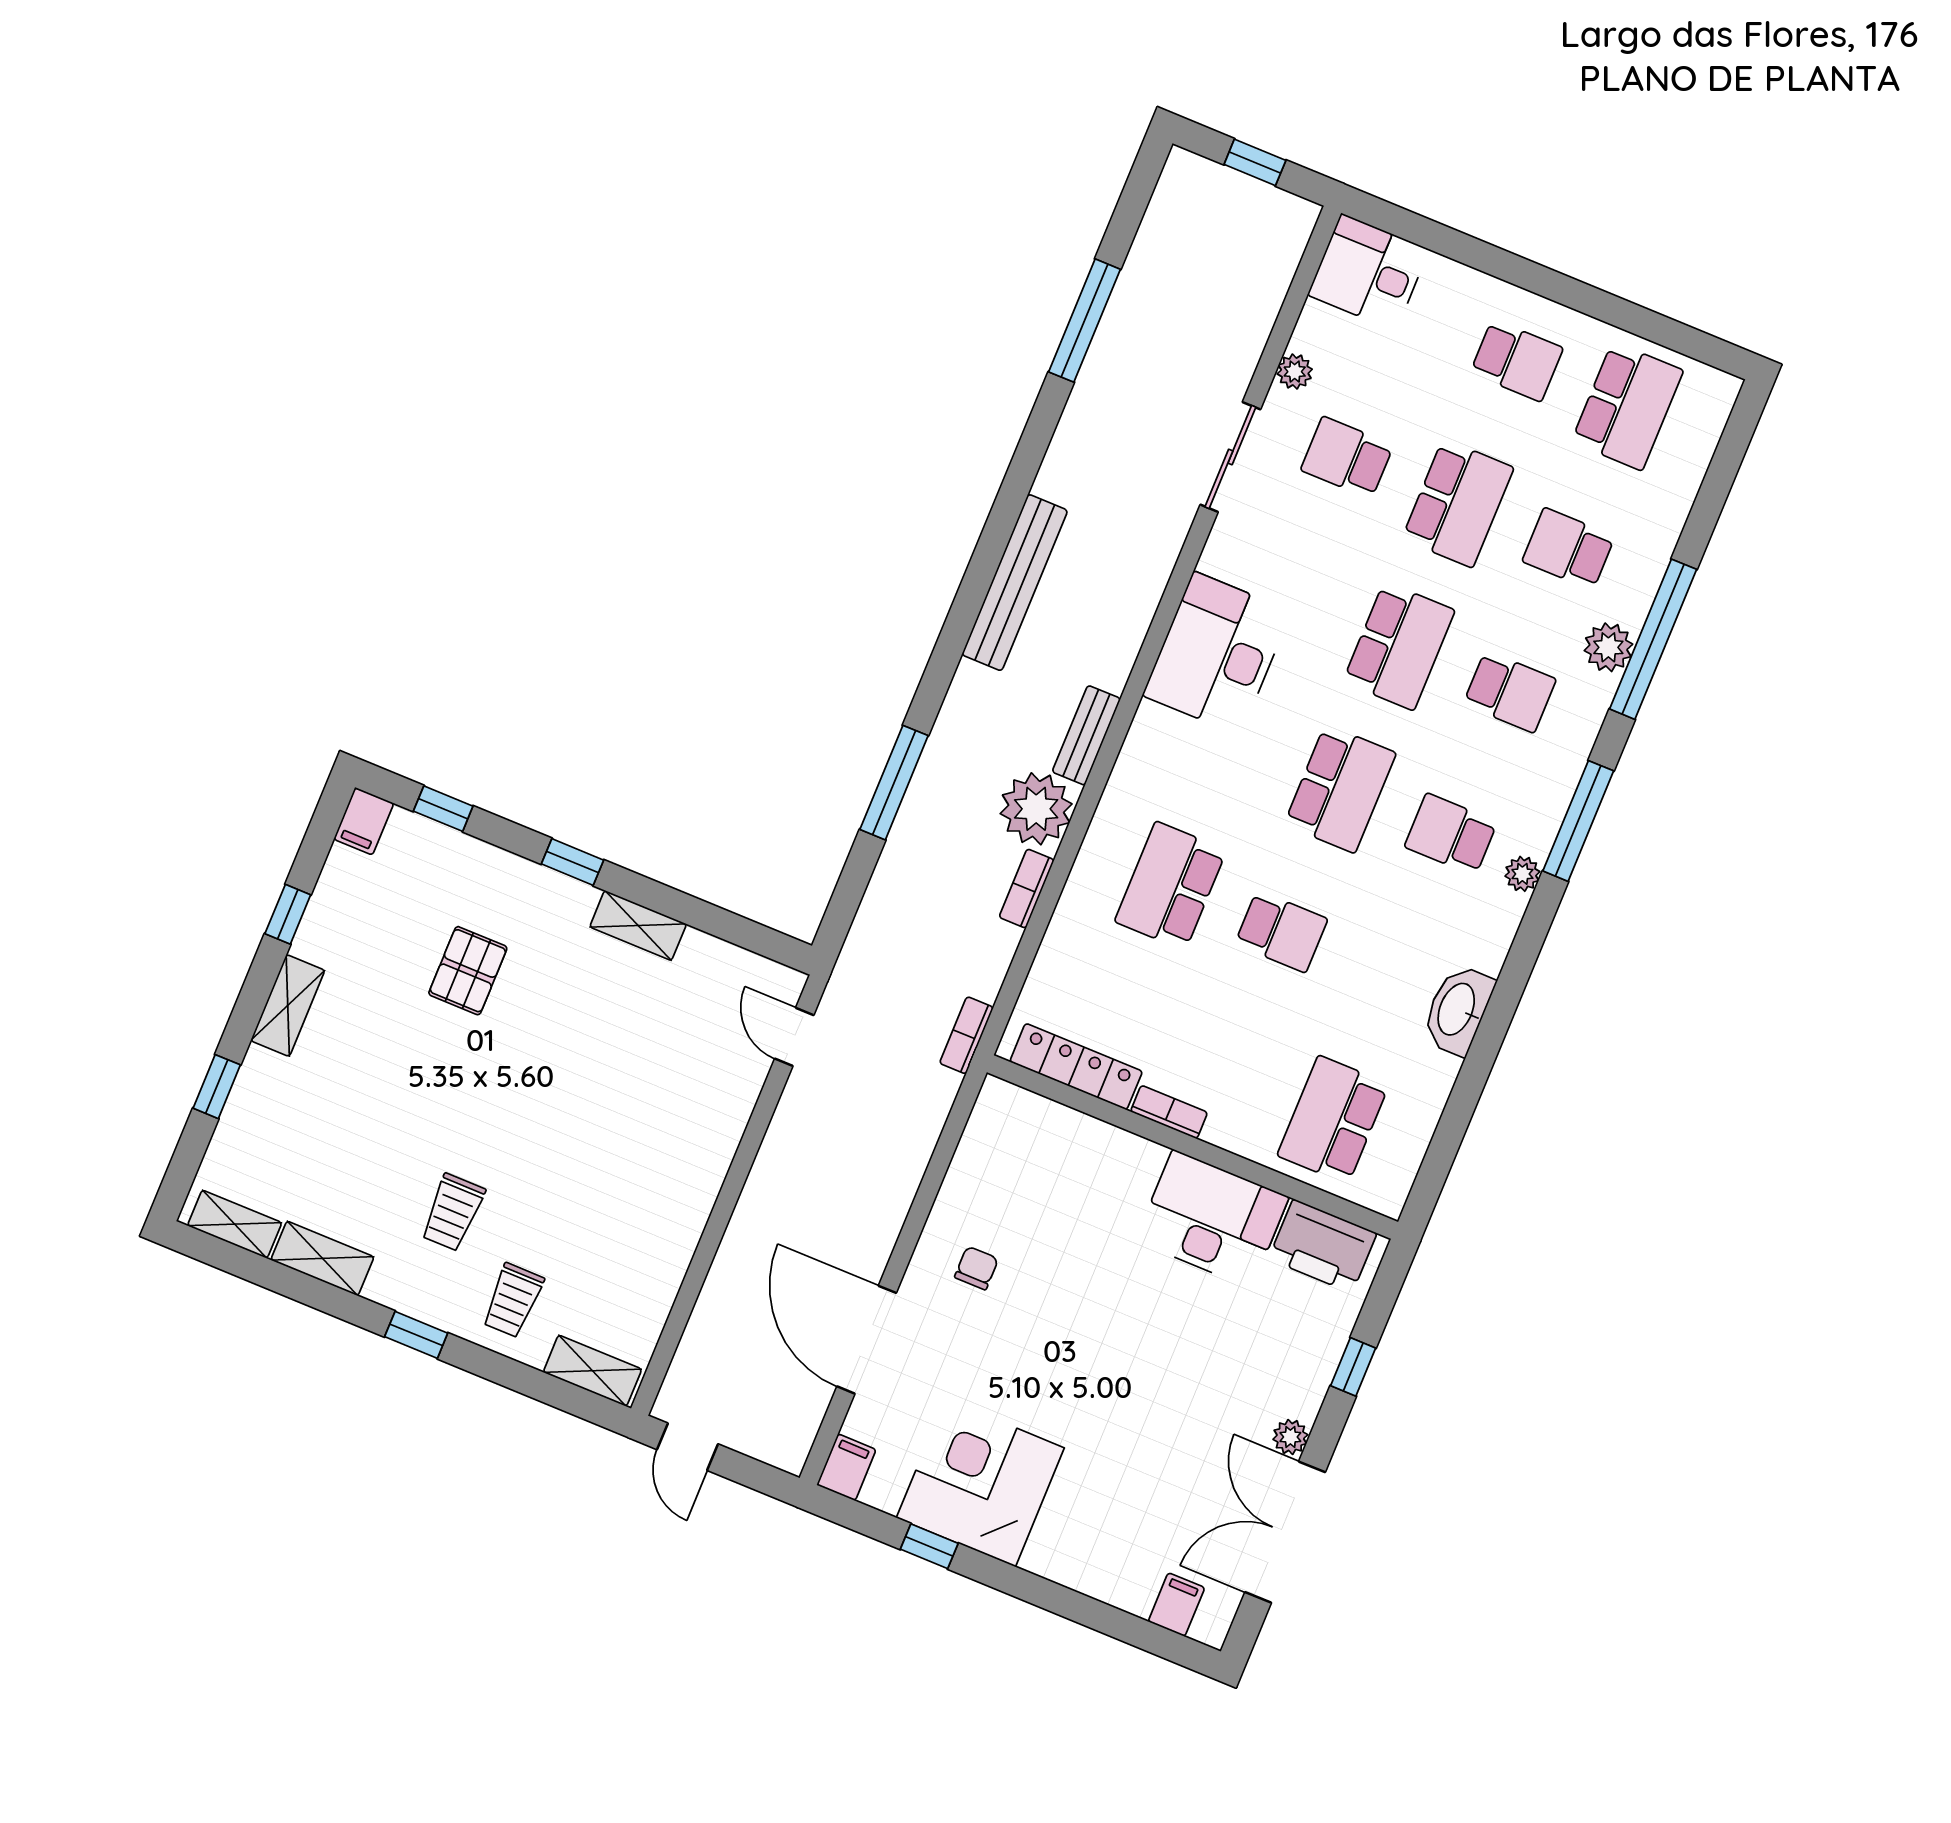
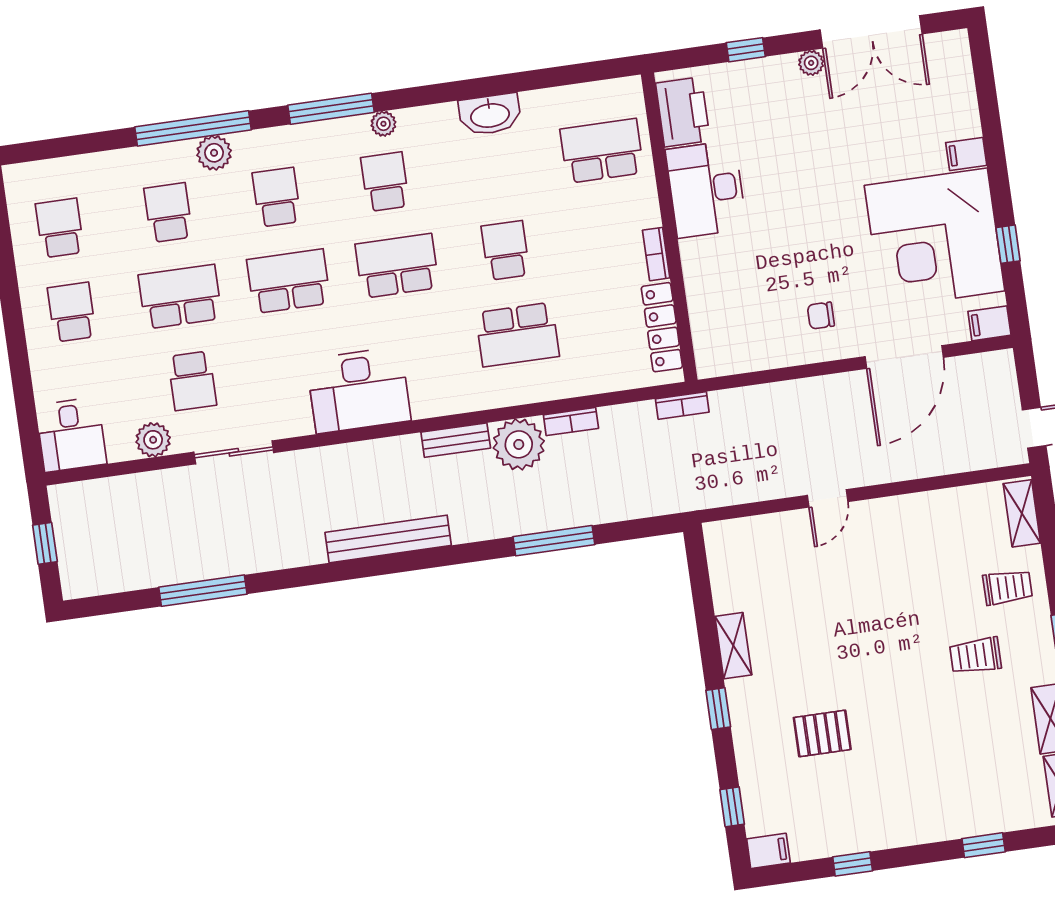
plant: (1295, 372) -> (153, 440), width x1.38, depth x1.38
school desk: (1627, 406) -> (60, 228), width x0.54
school desk: (1569, 549) -> (168, 213), turned 180
school desk: (1451, 834) -> (385, 182), turned 180
shelving: (288, 1005) -> (908, 831), removed
door: (794, 1037) -> (828, 498), moved
school desk: (1333, 1120) -> (602, 151), turned 180
trolley: (453, 1212) -> (975, 656), turned 180
corner desk: (980, 1483) -> (935, 238), width x1.36, depth x1.36
filing cabinet: (1176, 1605) -> (966, 154), moved

